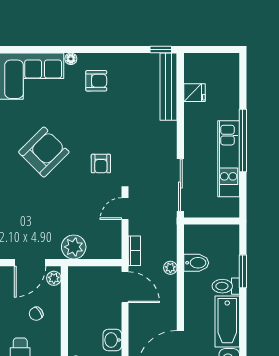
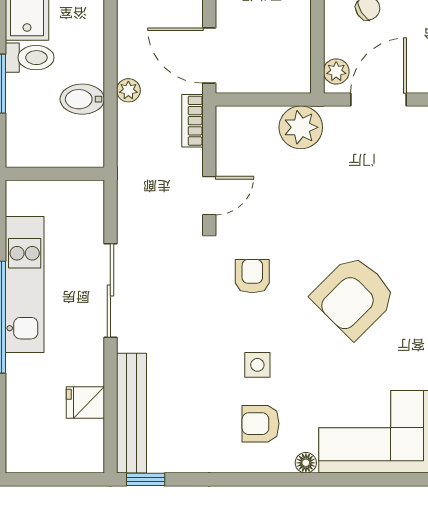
side table: (98, 114) -> (257, 365), added
sliding door: (180, 185) -> (110, 291), moved

